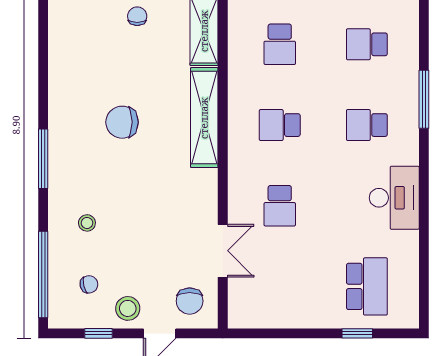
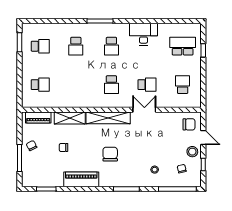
school desk: (280, 44) -> (183, 85), moved, turned -90
piano: (65, 57) -> (81, 179), added
chair: (122, 122) -> (110, 154), turned 180
double door: (223, 251) -> (144, 110), moved

